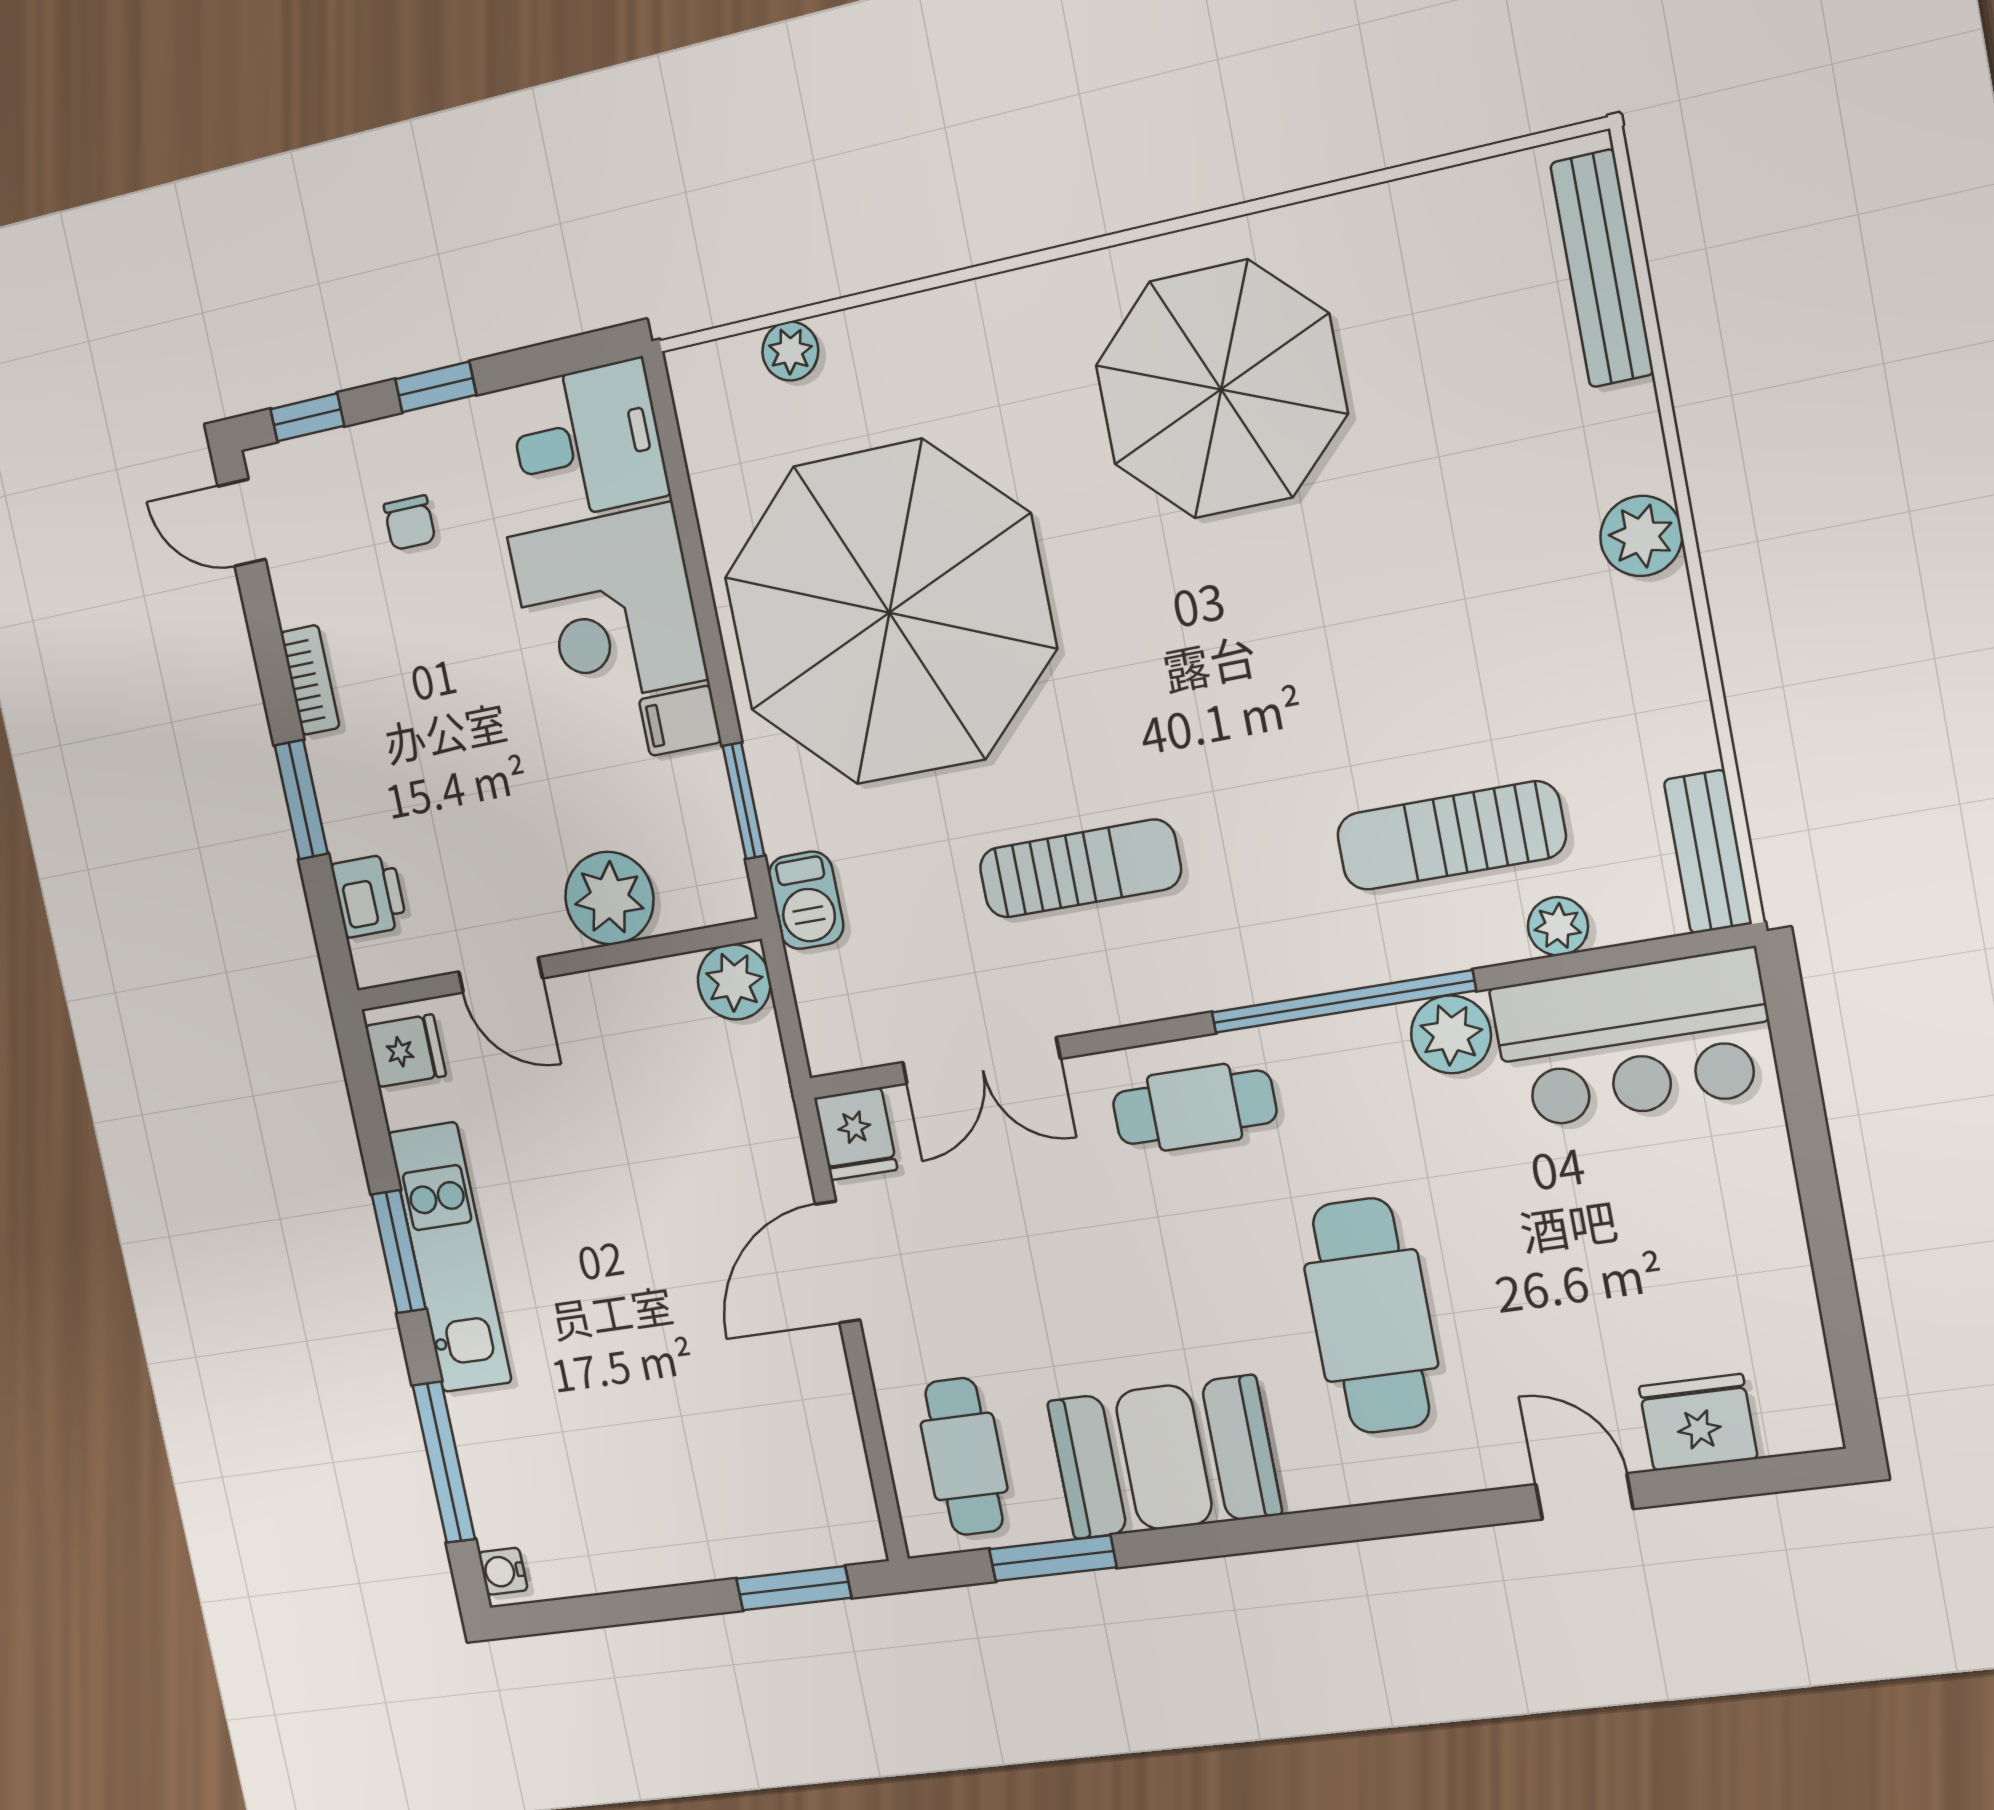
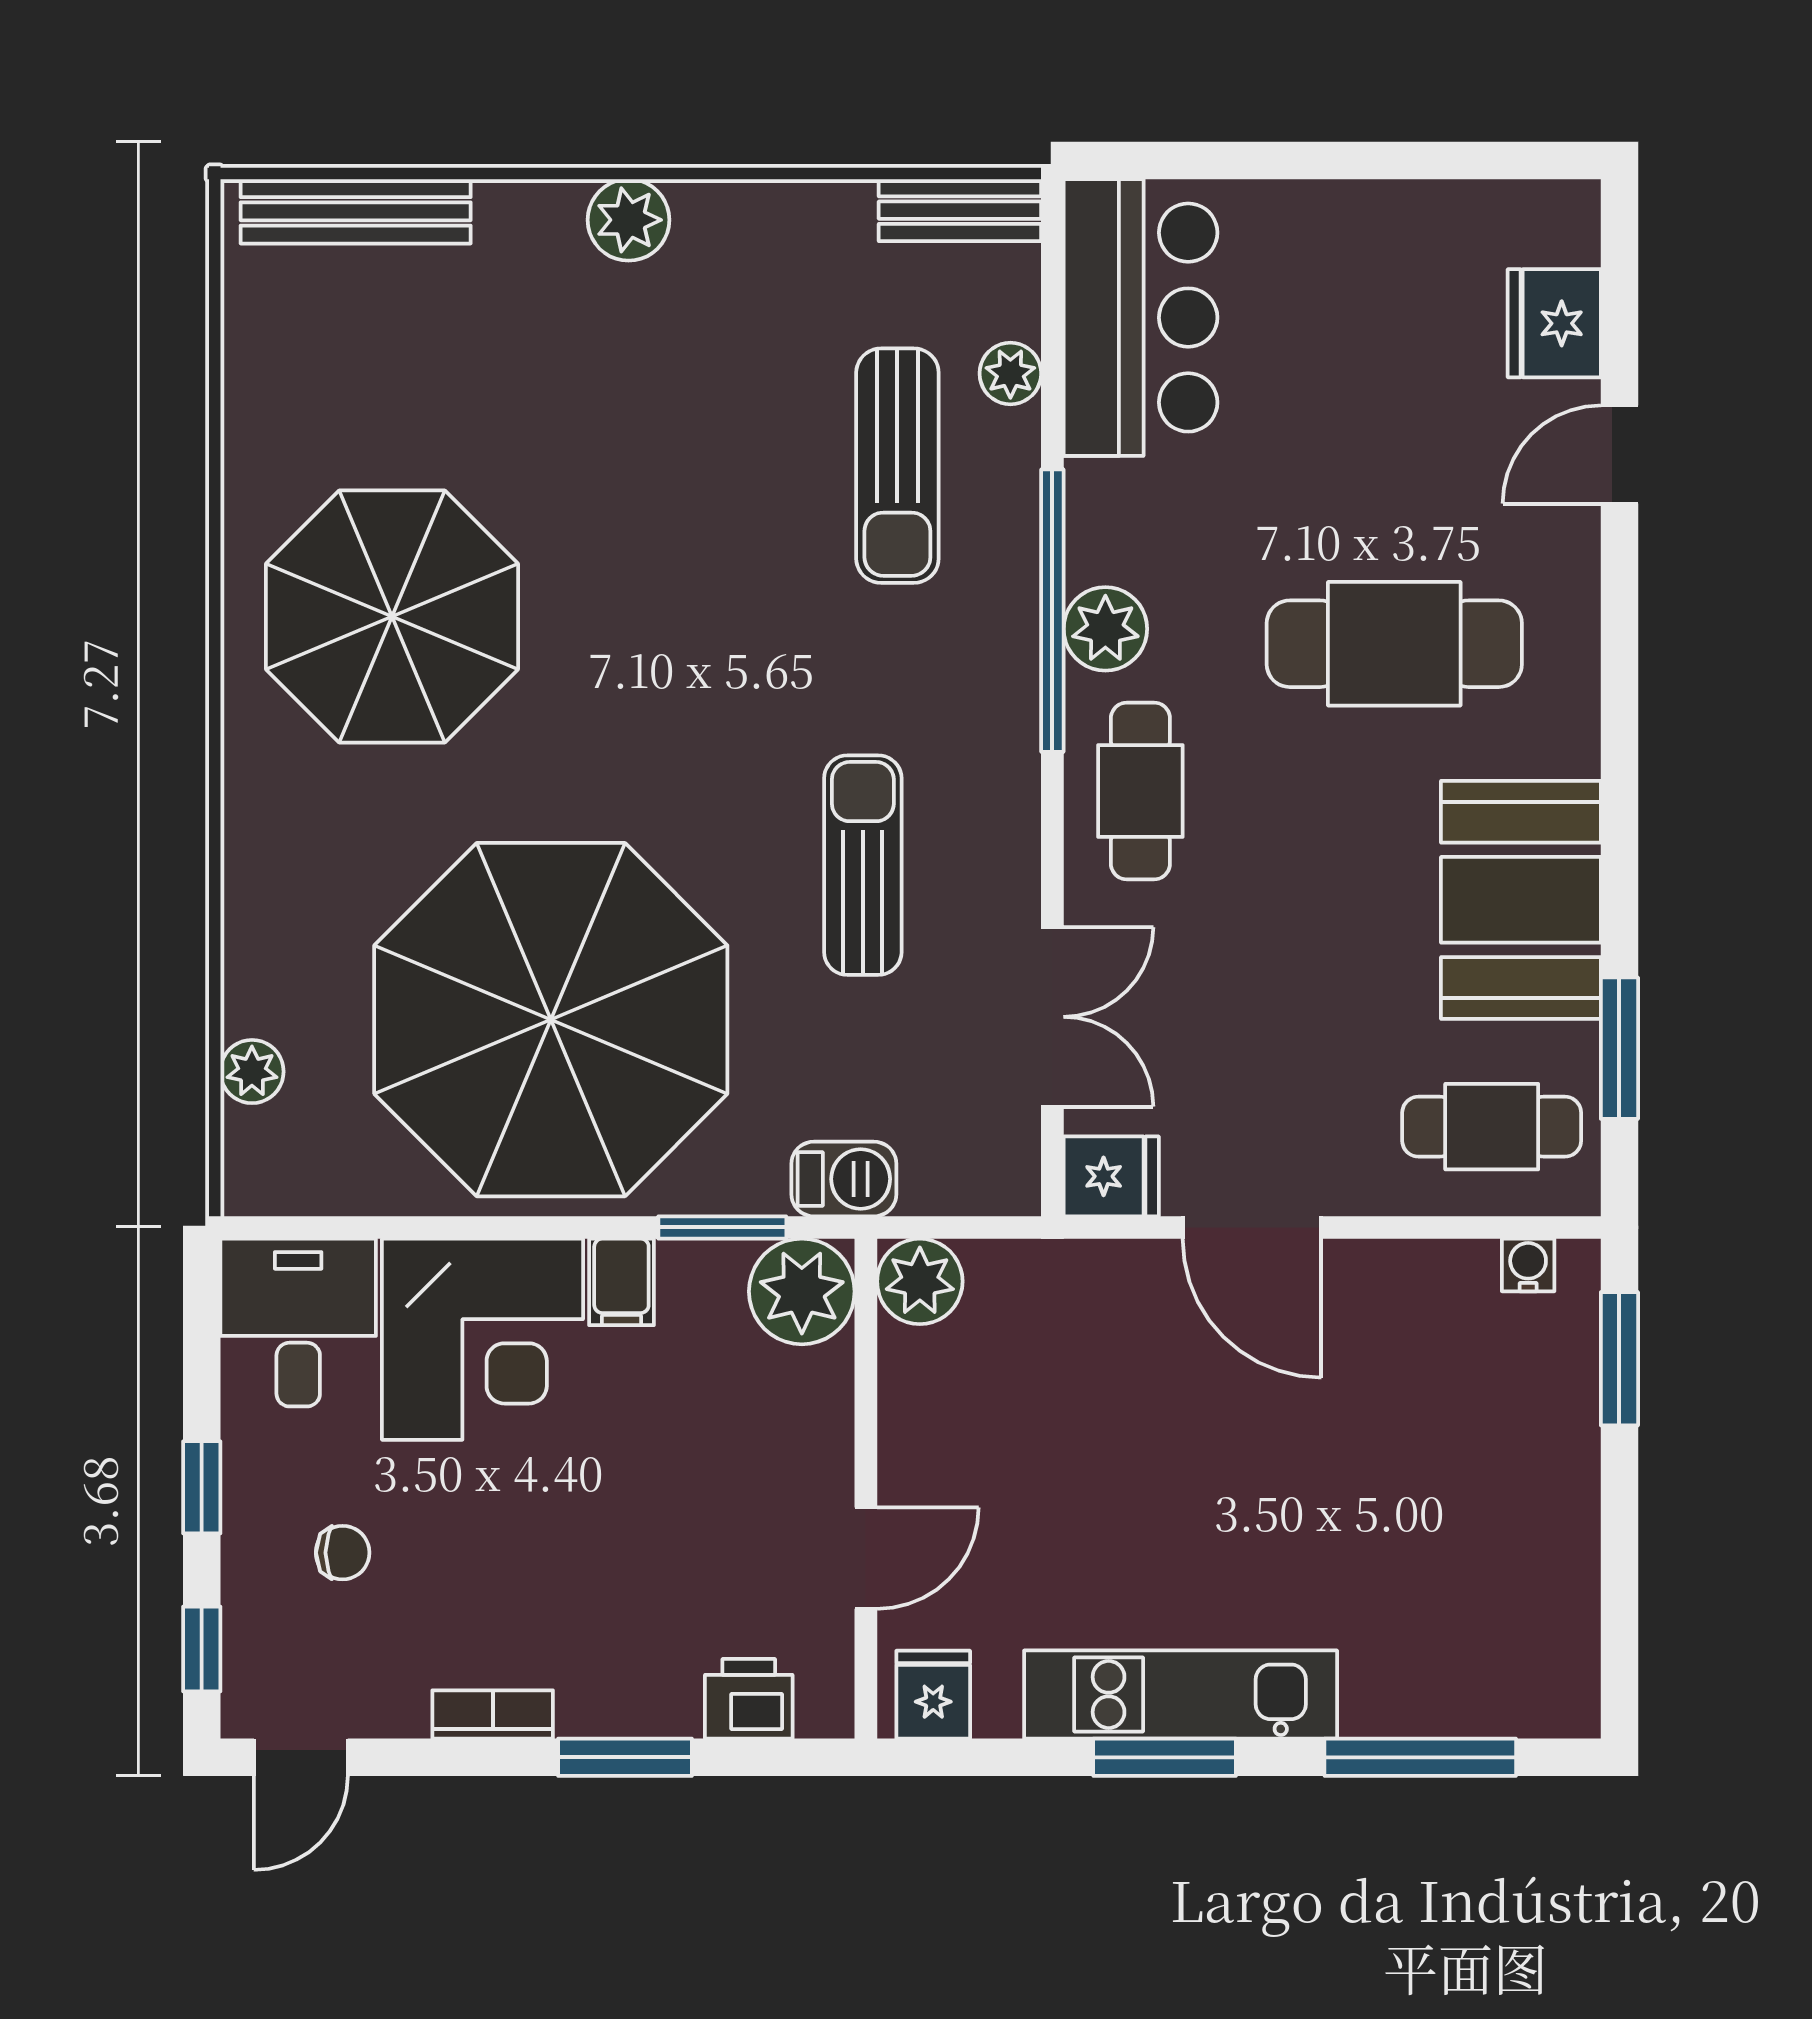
plant: (609, 898) -> (802, 1291), moved
plant: (1451, 1034) -> (1105, 629), moved
water cooler: (503, 1571) -> (1528, 1265), moved, turned 180

